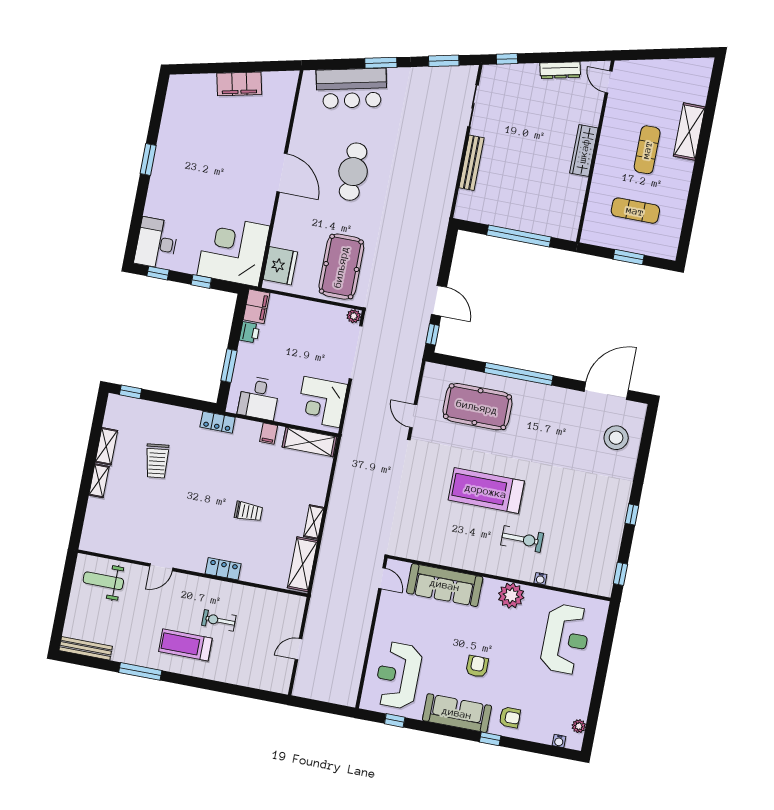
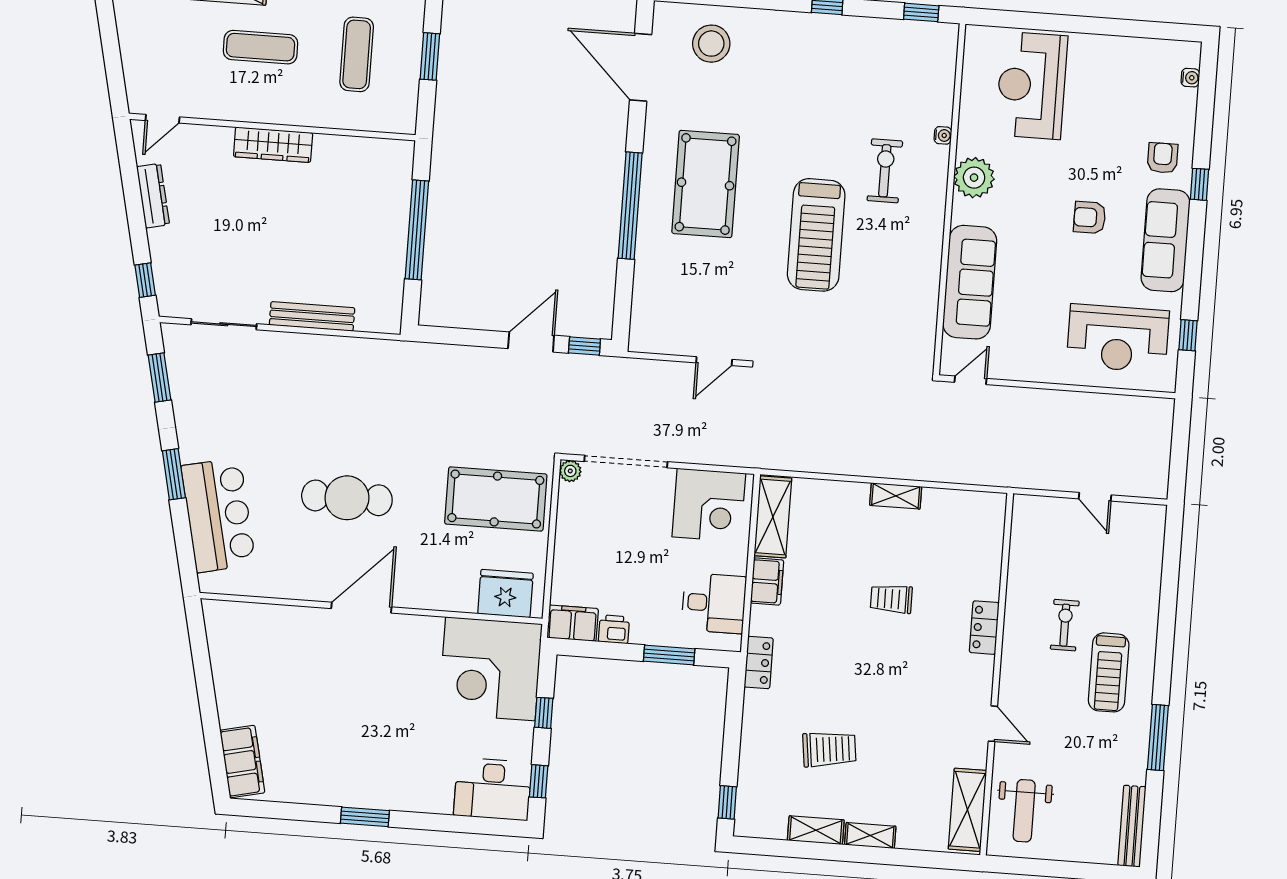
filing cabinet: (239, 84) -> (242, 762), moved
pool table: (477, 407) -> (706, 184), moved
filing cabinet: (269, 434) -> (767, 582), width x2.00
trolley: (248, 512) -> (891, 599), turned -90
shelving: (302, 564) -> (967, 810), moved, turned 90
exercise bike: (219, 620) -> (1065, 625), turned 180
reception desk: (566, 639) -> (1032, 85), turned -90
plant: (579, 726) -> (1164, 50), removed

